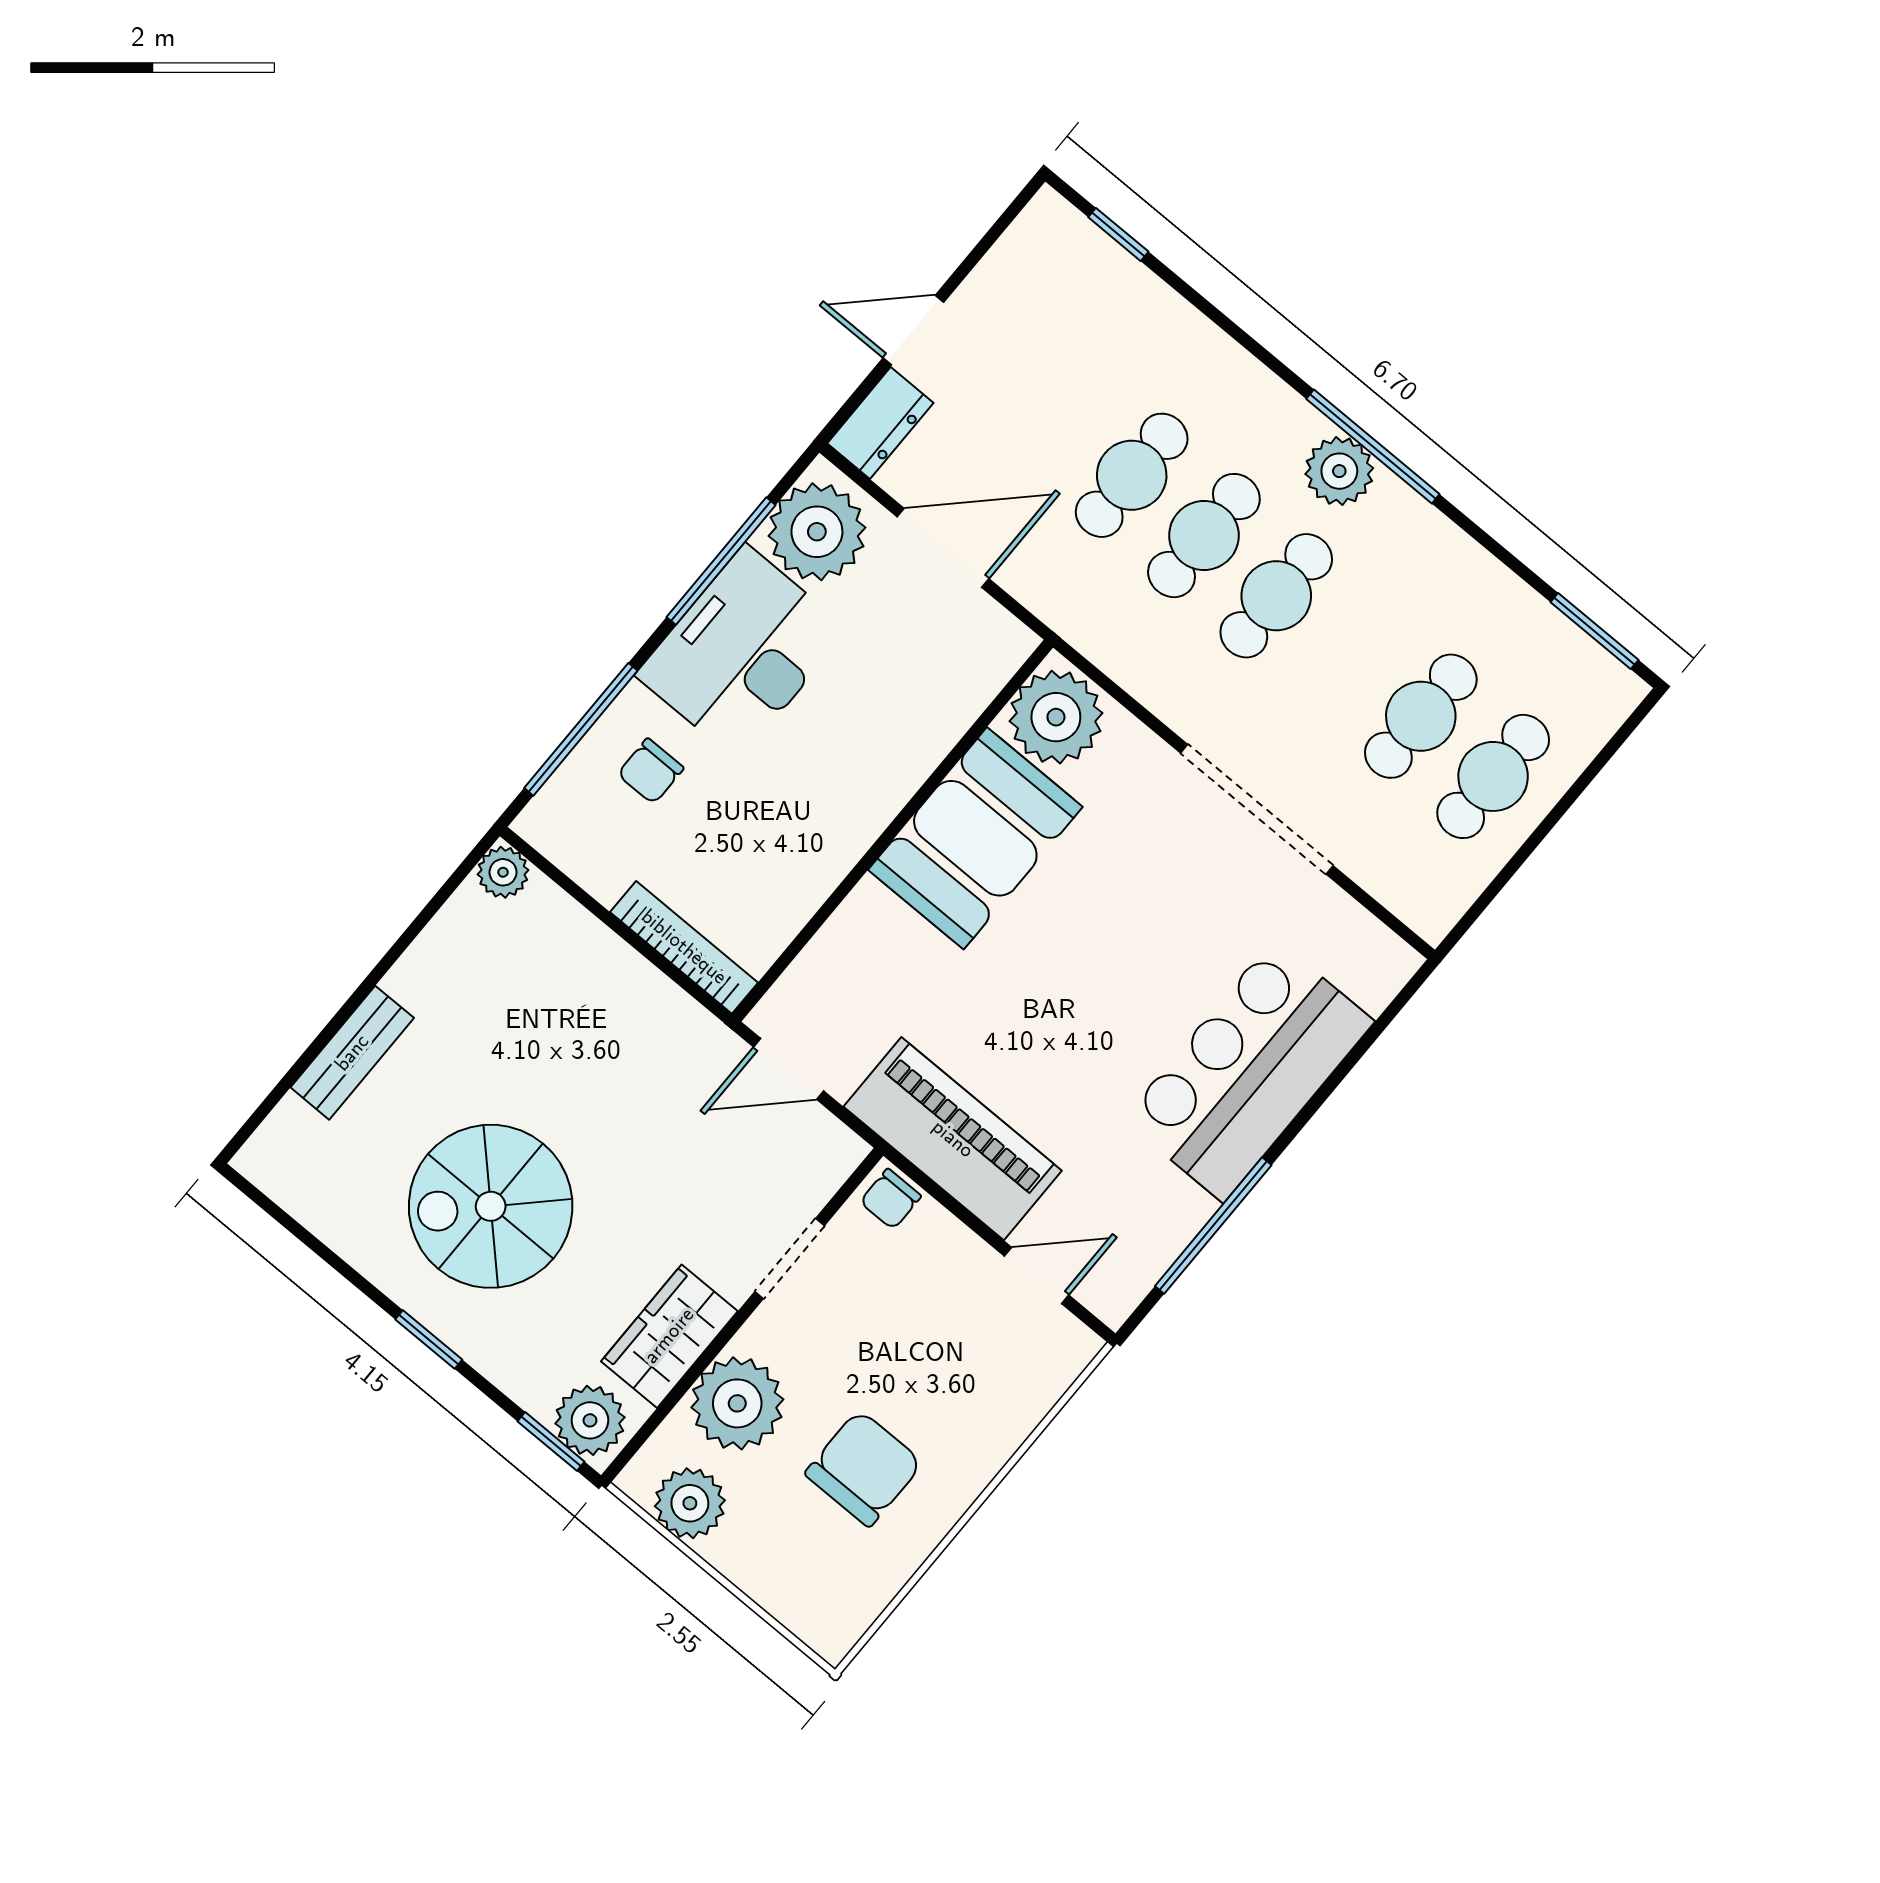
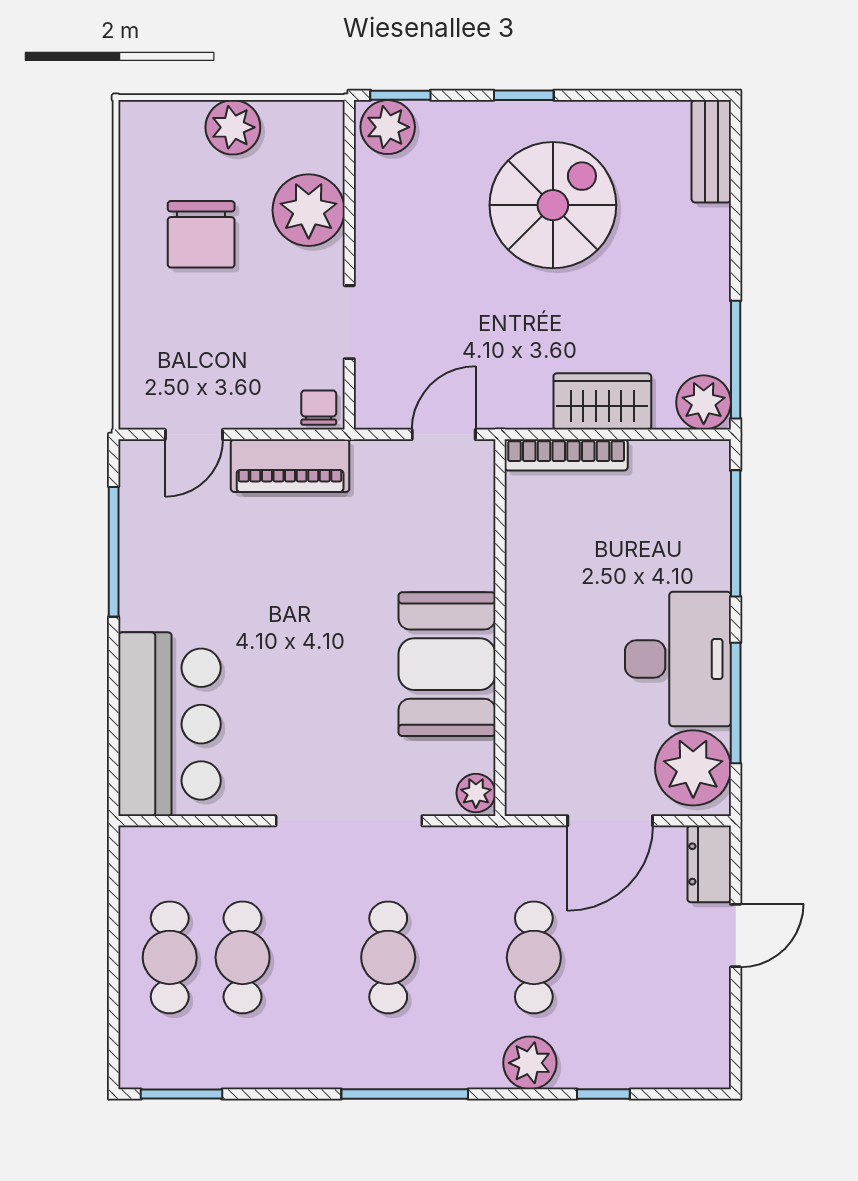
window: (1118, 234) -> (603, 1094), moved
plant: (1339, 471) -> (530, 1063), moved
cafe table: (1204, 536) -> (461, 957), removed
plant: (1056, 717) -> (476, 793), width x0.53, depth x0.53
chair: (651, 771) -> (673, 543), removed
doorway: (1257, 809) -> (349, 821), moved
plant: (503, 872) -> (704, 402), width x1.38, depth x1.38
window: (437, 902) -> (736, 360), added
bench: (352, 1053) -> (711, 151), moved
bar counter: (1249, 1070) -> (169, 724), moved
piano: (953, 1139) -> (290, 466), width x0.73, depth x0.75
wardrobe: (669, 1336) -> (602, 401), moved, turned -90
plant: (690, 1503) -> (233, 127), moved

